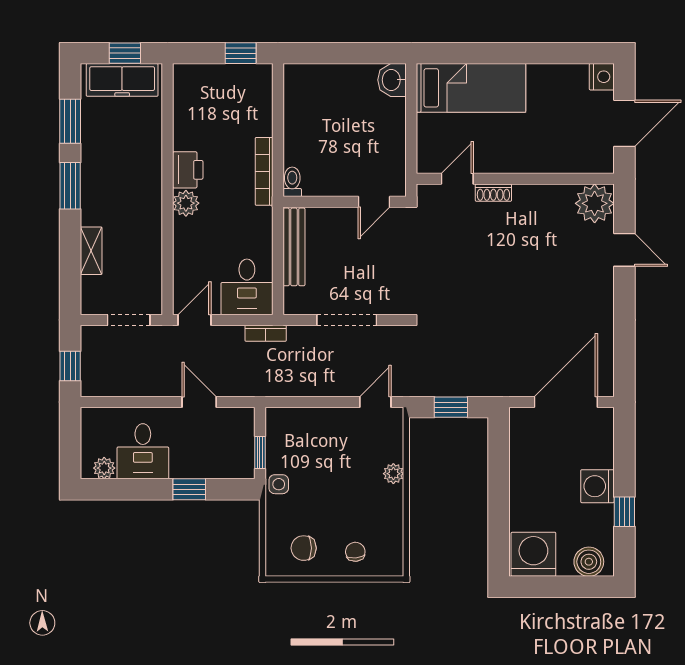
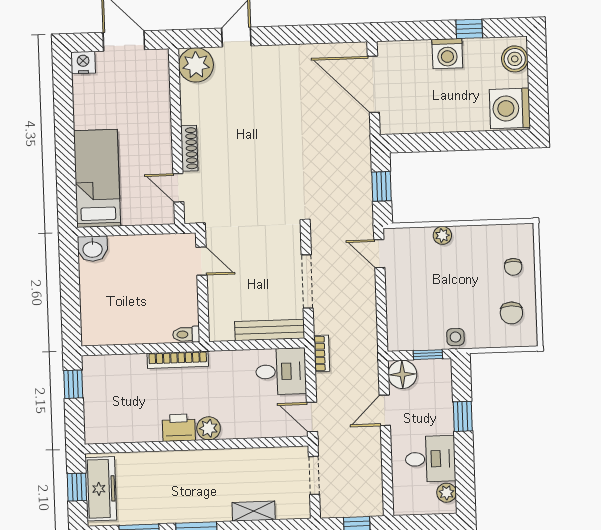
shoe rack: (493, 193) -> (189, 148), width x1.43
bench: (294, 247) -> (270, 330), moved
floor lamp: (239, 423) -> (402, 374), added
chair: (355, 552) -> (513, 267), turned -84

